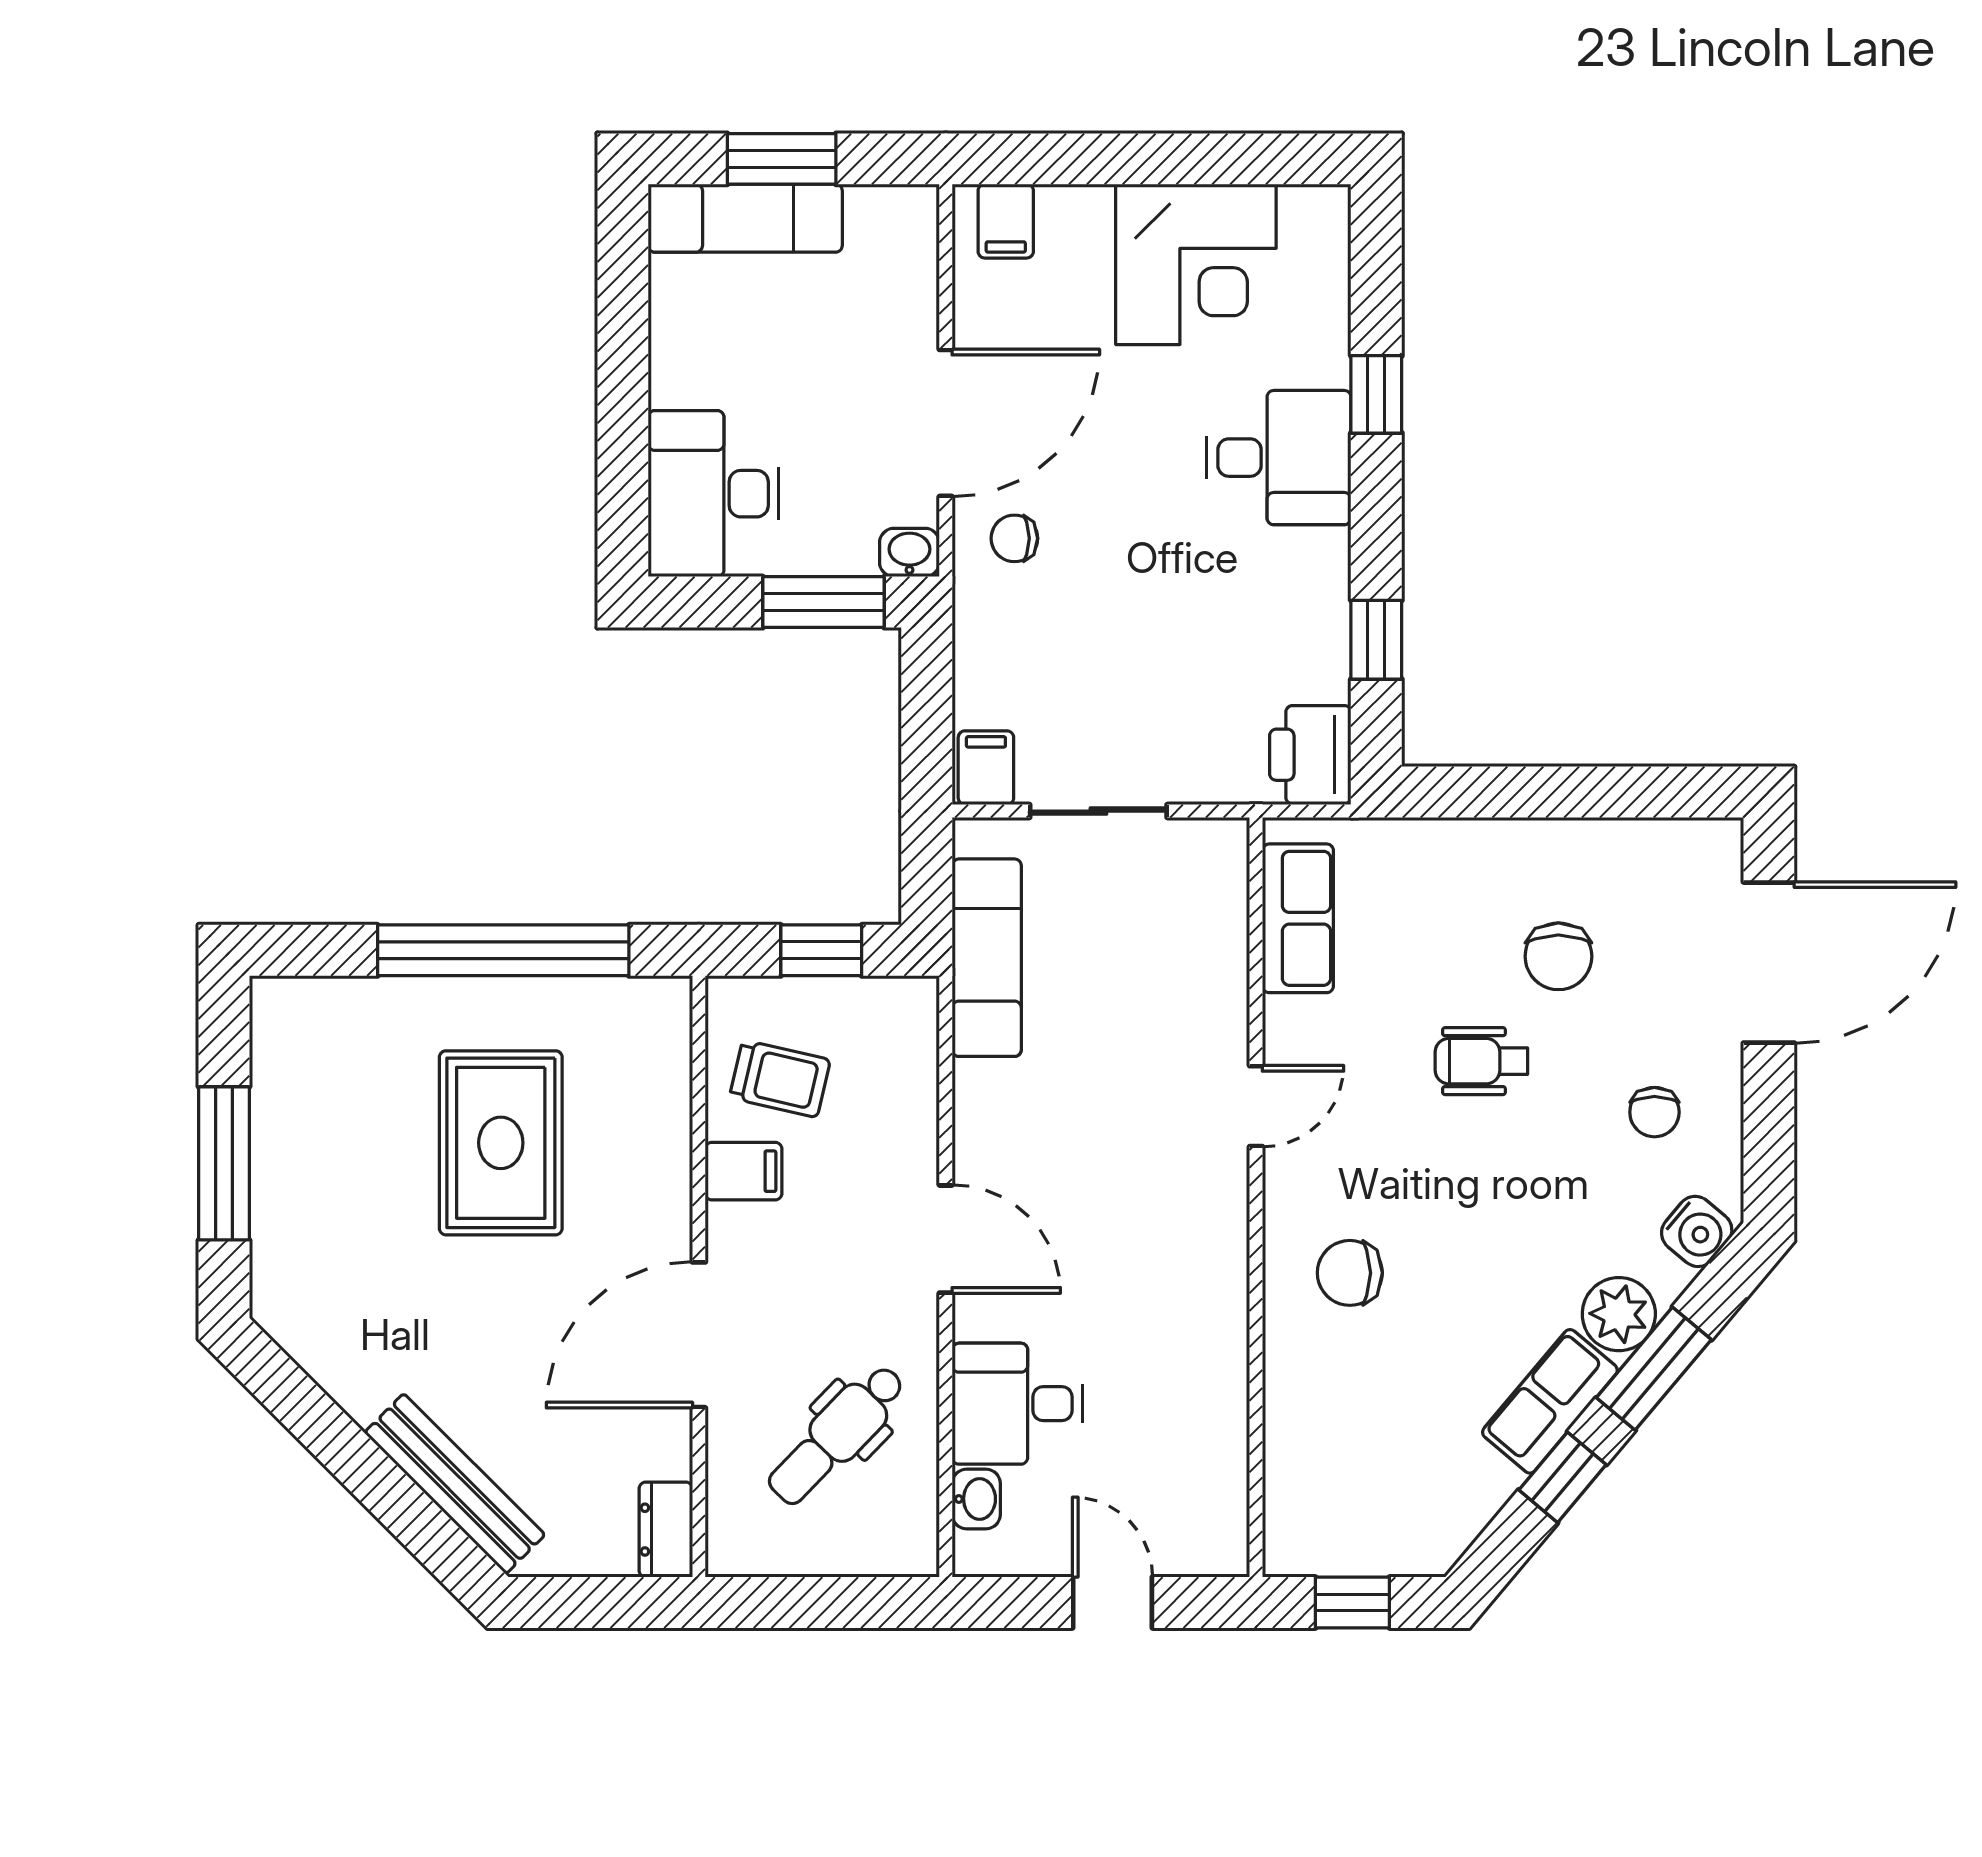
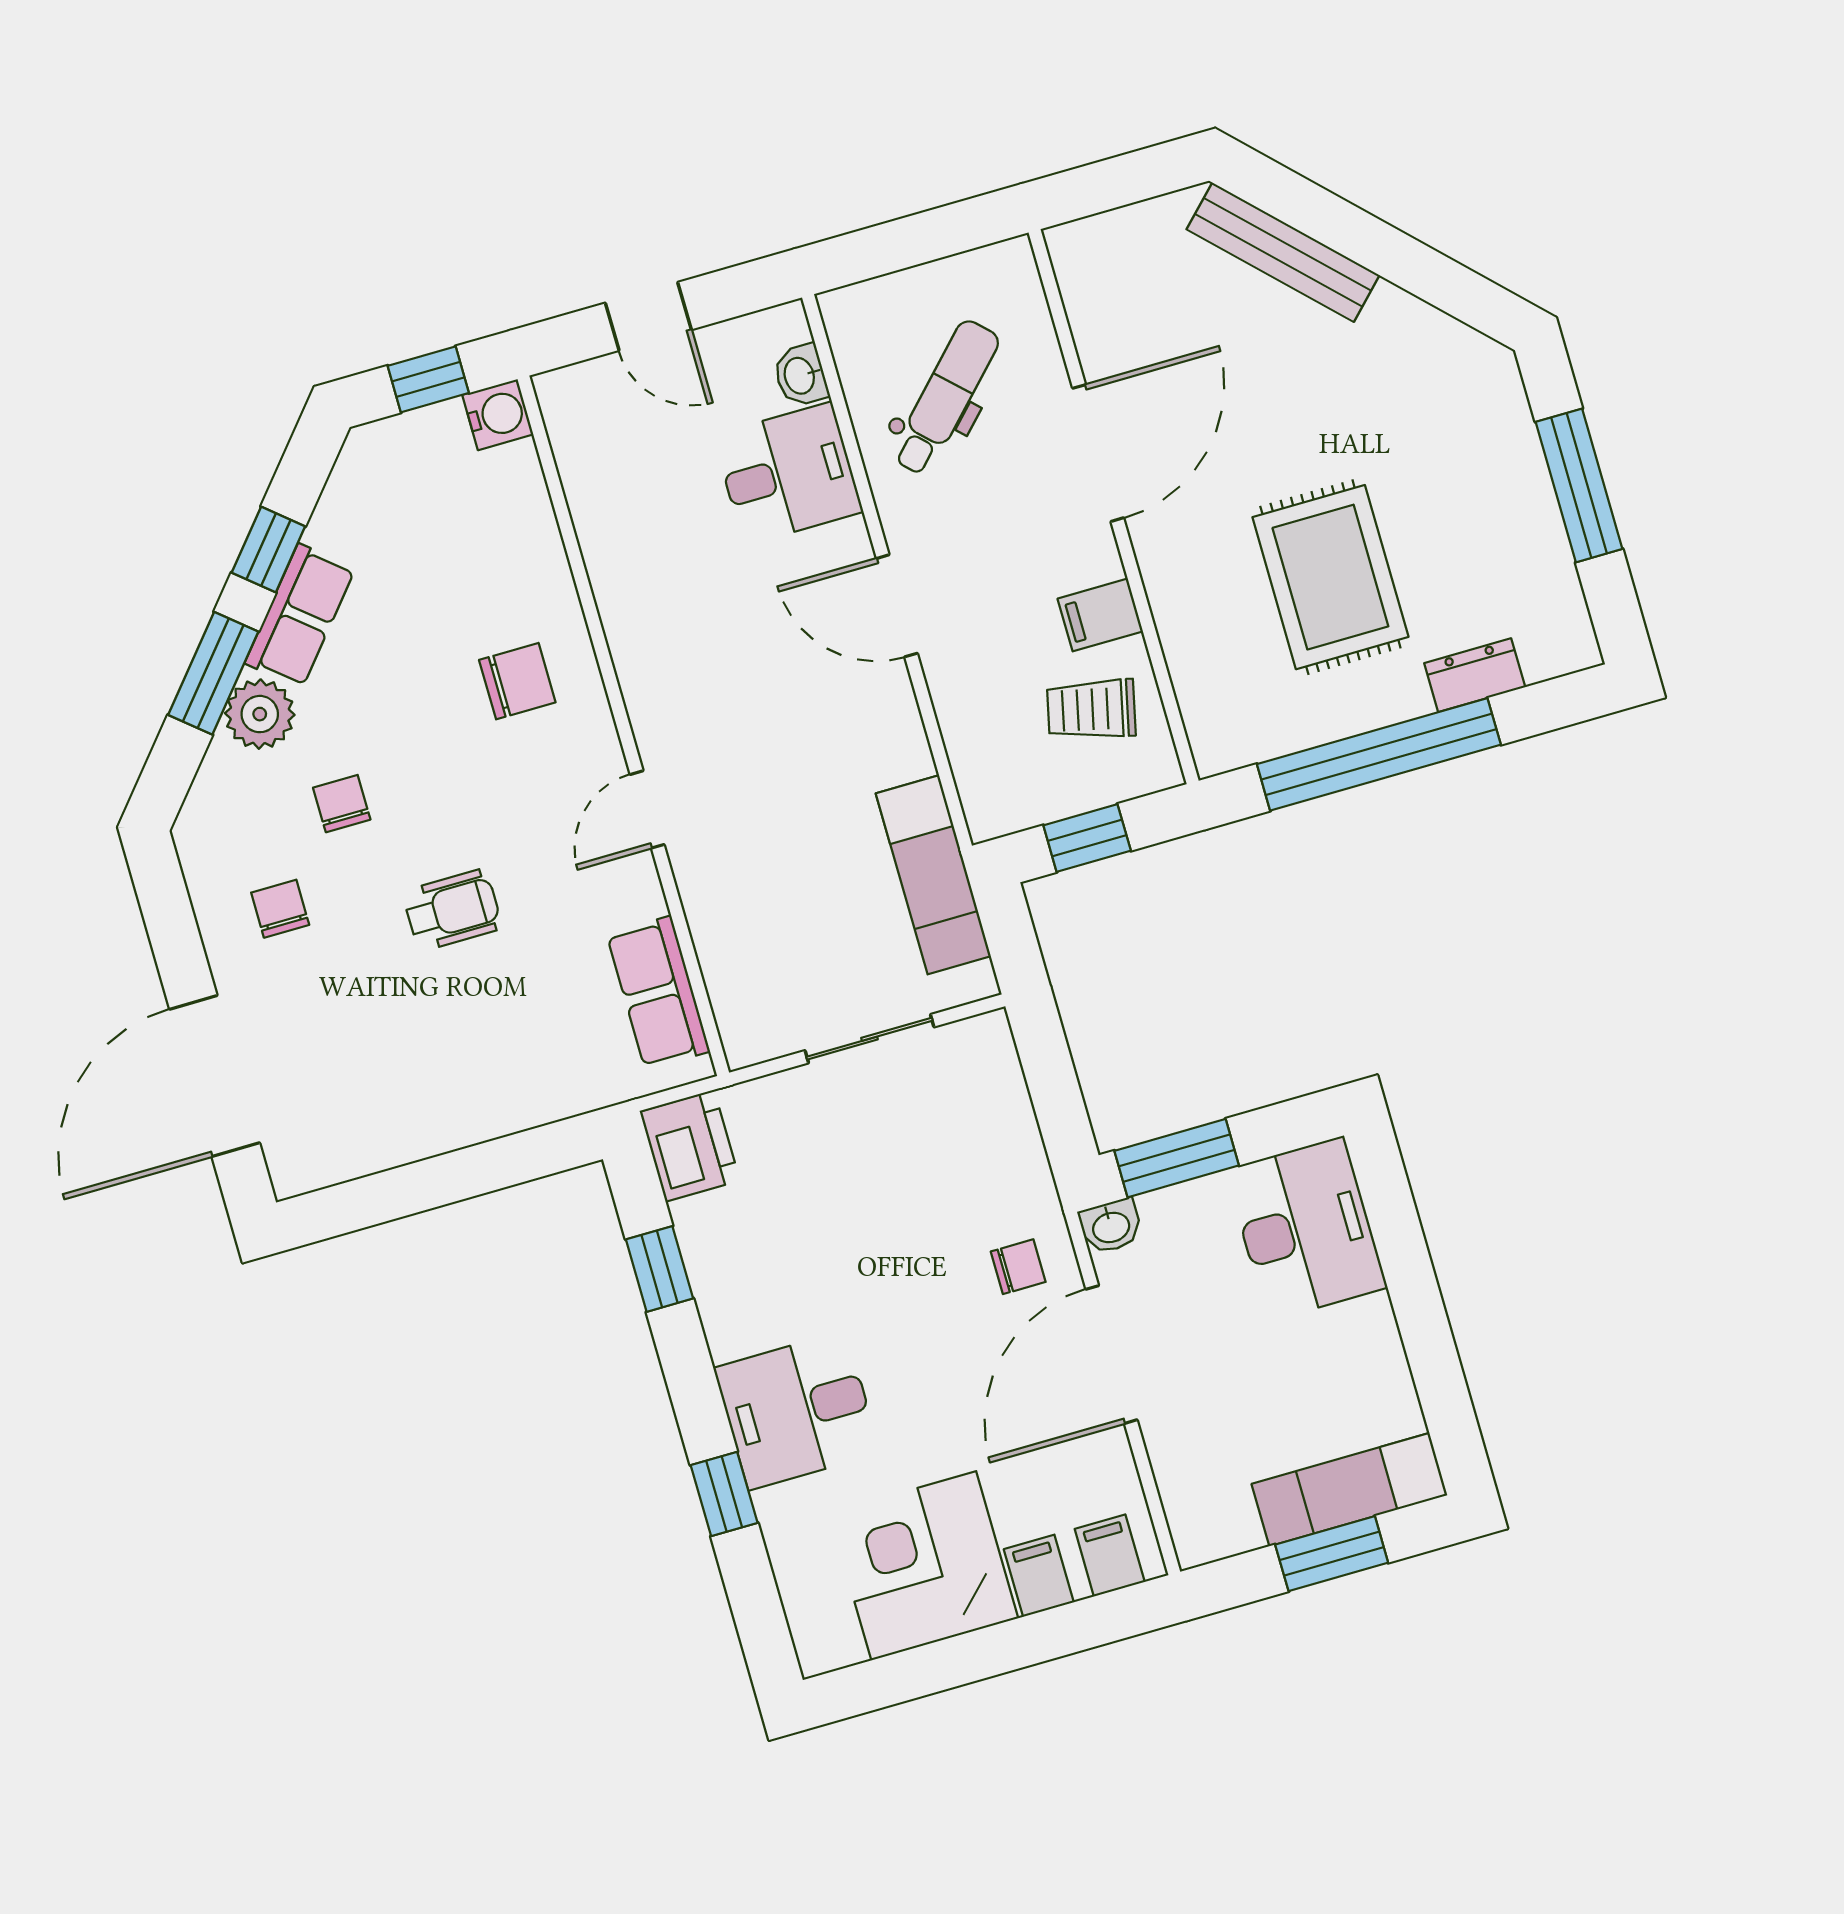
filing cabinet: (986, 768) -> (1039, 1576), moved, turned 180
chair: (1558, 956) -> (342, 804), moved, width x0.73, depth x0.73
water cooler: (1697, 1231) -> (498, 415), moved, turned 140
dresser: (666, 1530) -> (1475, 675), moved, turned -90

